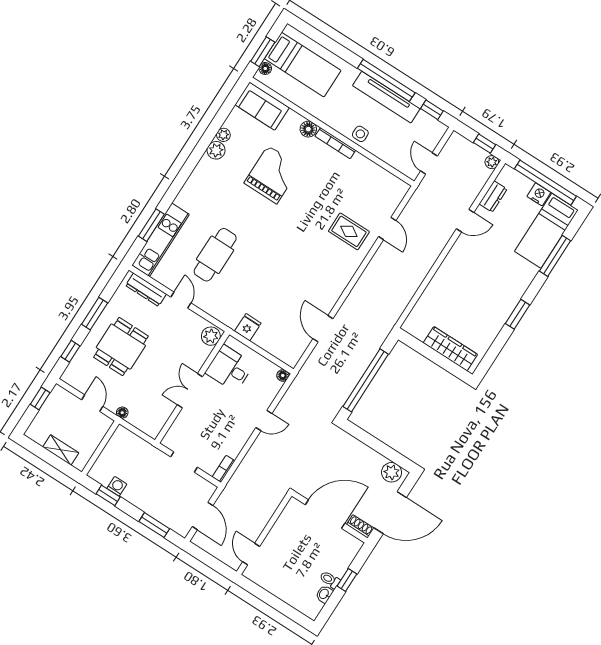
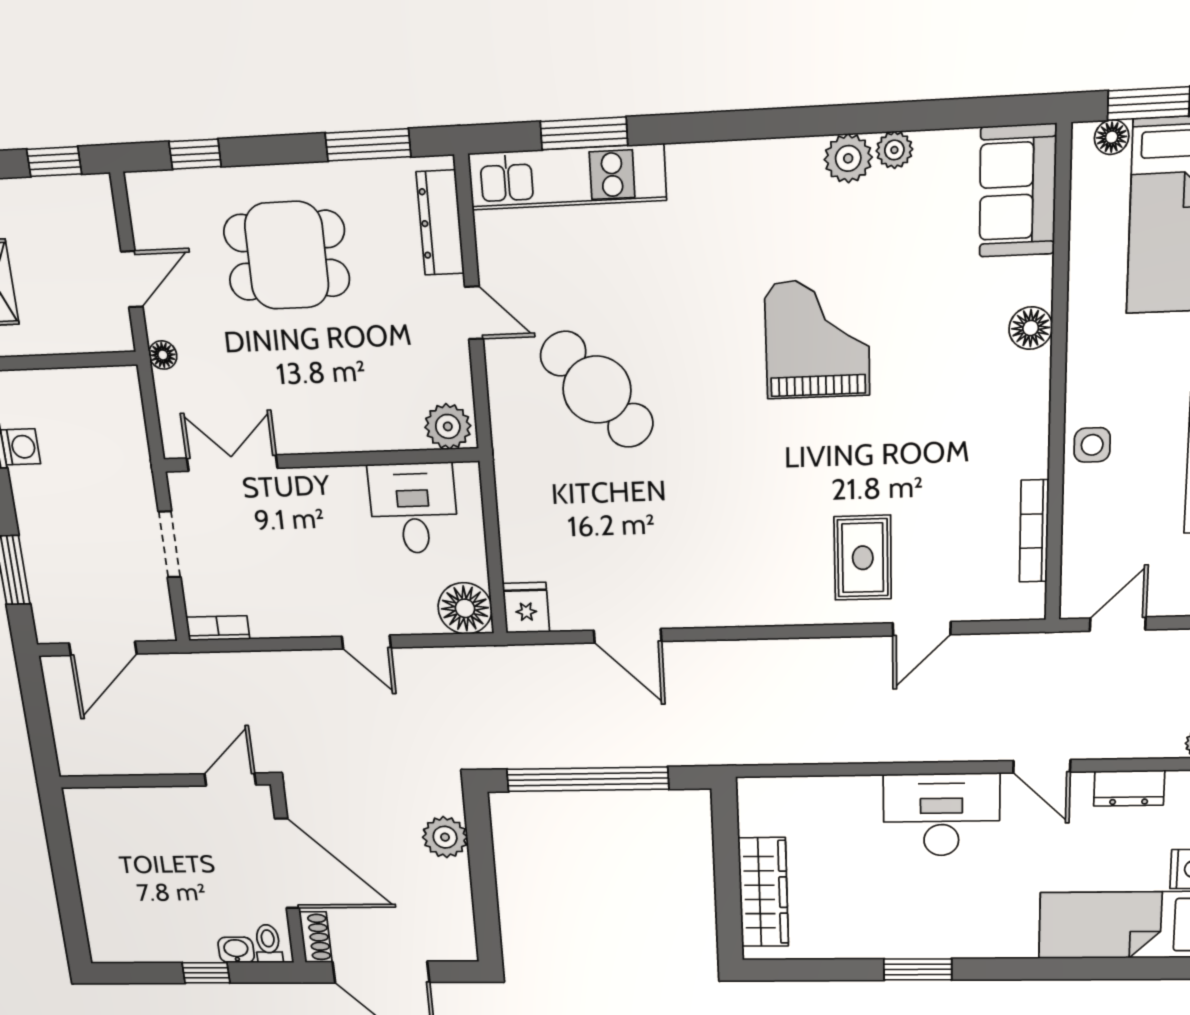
bookcase: (335, 143) -> (1034, 531), moved
grand piano: (272, 175) -> (817, 339), moved, turned -90
cafe table: (215, 255) -> (597, 390), moved, turned 50
window: (555, 256) -> (1083, 969), removed
desk: (461, 266) -> (941, 815), added
door: (181, 300) -> (474, 313), hinge flipped
window: (95, 314) -> (368, 145), moved
fridge: (248, 327) -> (526, 608), moved, turned -90
door: (323, 329) -> (628, 636), swing flipped
floor lamp: (283, 376) -> (465, 608), width x1.89, depth x1.89
double door: (190, 391) -> (232, 463), moved
plant: (392, 472) -> (445, 837), moved
door: (251, 554) -> (230, 779), moved
toilet: (330, 580) -> (268, 944), moved
washbasin: (324, 594) -> (236, 950), moved

